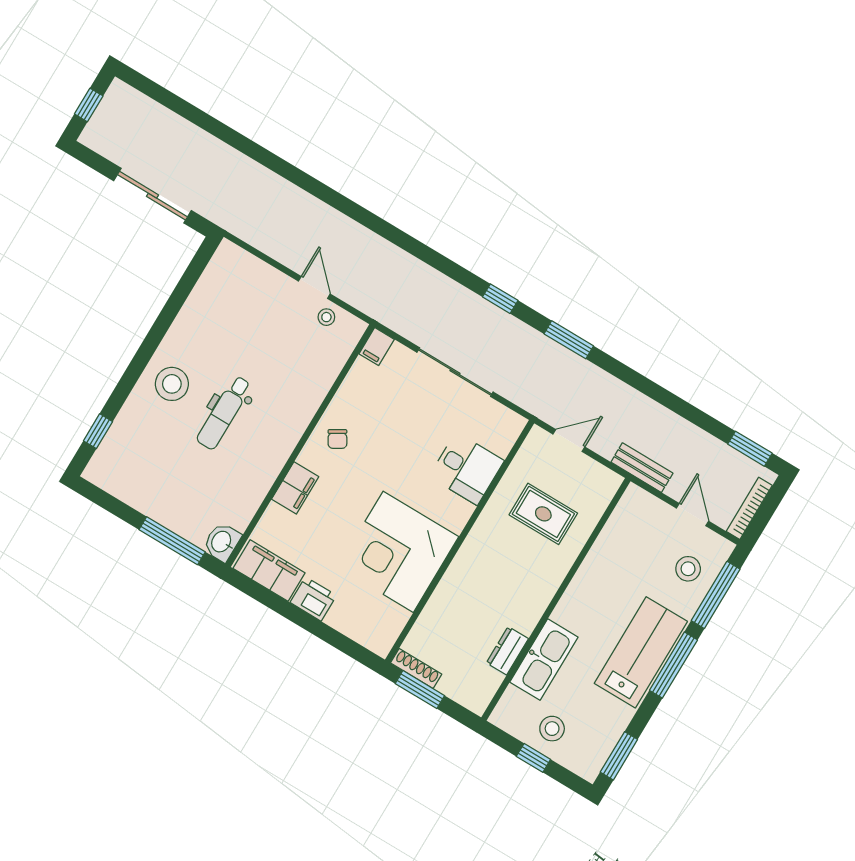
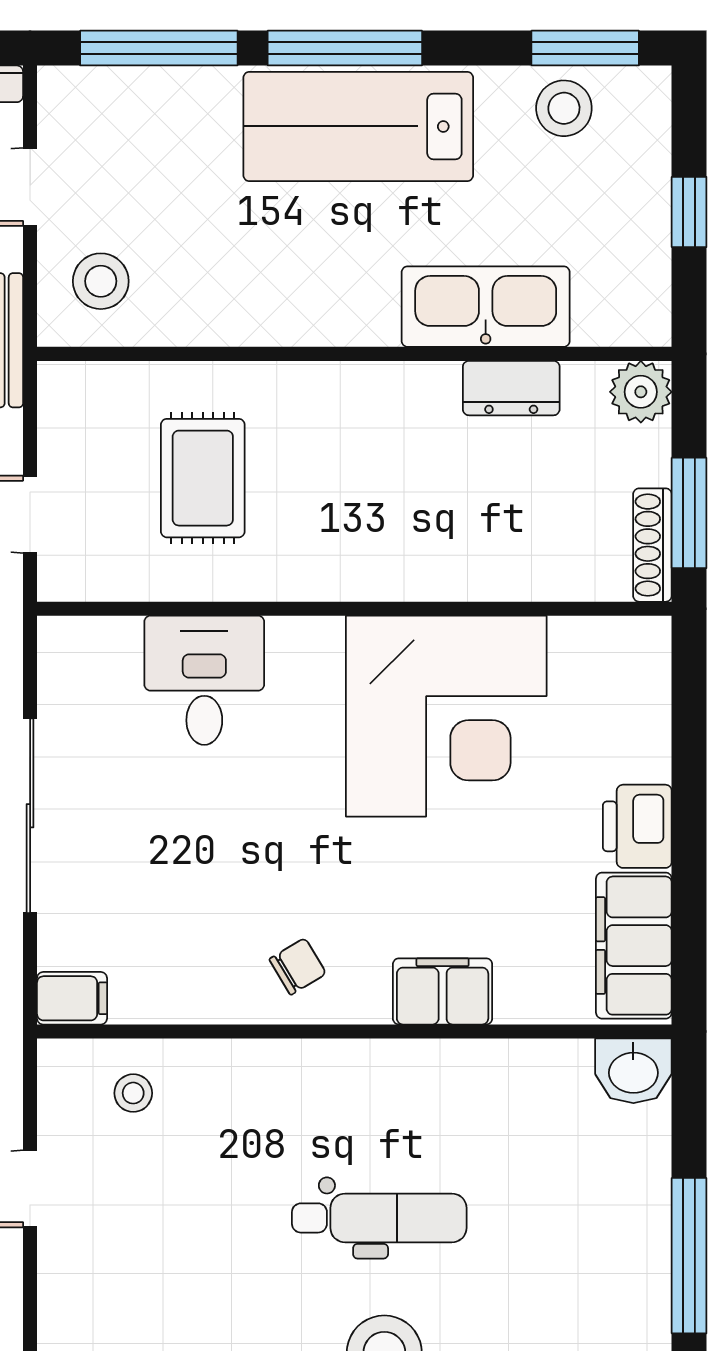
stool: (326, 317) -> (133, 1093), moved
window: (172, 541) -> (689, 1256), moved
stool: (688, 569) -> (101, 281), moved
plant: (477, 699) -> (641, 392), added
stool: (552, 729) -> (564, 108), moved

